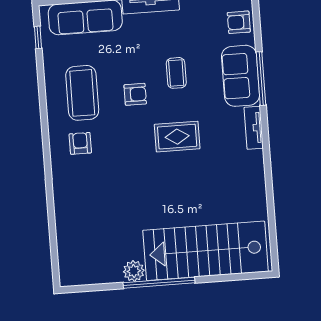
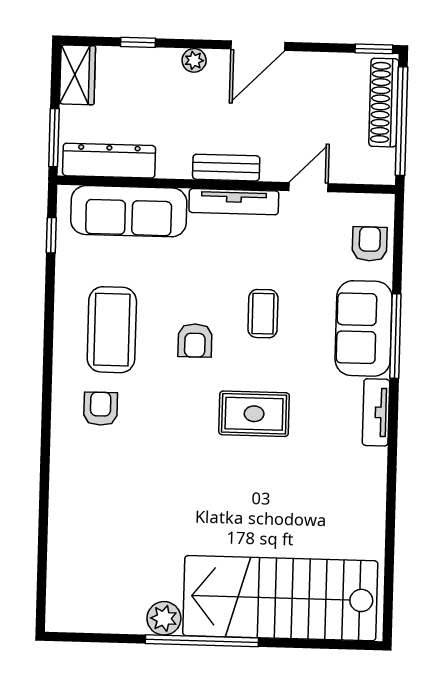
armchair: (239, 22) -> (370, 244), turned 90
armchair: (135, 94) -> (195, 341), turned 90

